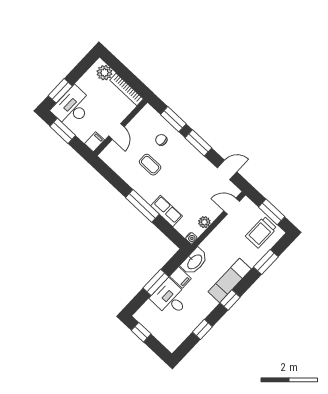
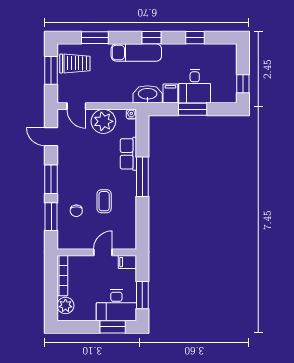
plant: (204, 222) -> (103, 121), width x1.88, depth x1.88

